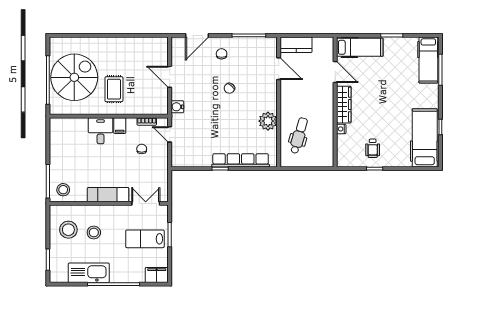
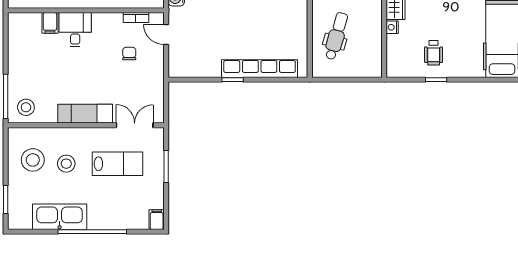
plant: (268, 121) -> (296, 17), removed
filing cabinet: (120, 126) -> (50, 23), moved
lab bench: (145, 239) -> (118, 164), moved, turned 180
filing cabinet: (157, 275) -> (157, 220), width x0.50

